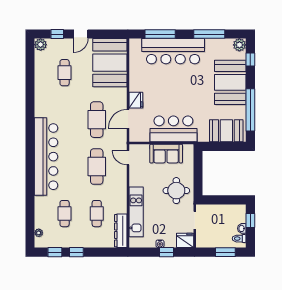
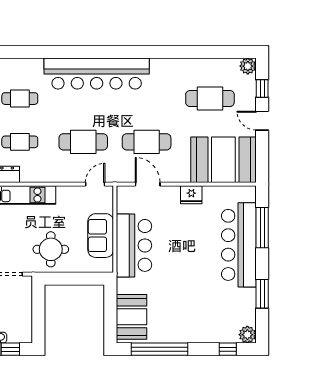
window: (209, 34) -> (262, 294), width x0.69
cafe table: (65, 73) -> (210, 99), width x1.37, depth x1.35
booth: (230, 82) -> (197, 322), removed
fridge: (136, 100) -> (191, 195), moved

